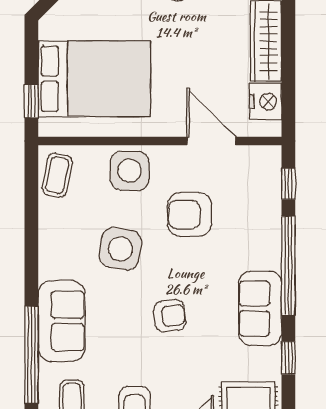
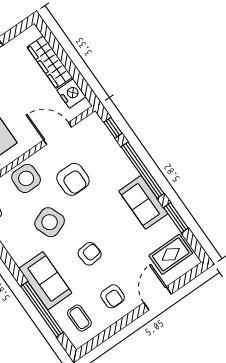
armchair: (190, 214) -> (73, 179), turned -90
side table: (120, 249) -> (50, 222), turned -30
armchair: (170, 316) -> (90, 254), moved
window: (288, 358) -> (176, 218), width x1.50

